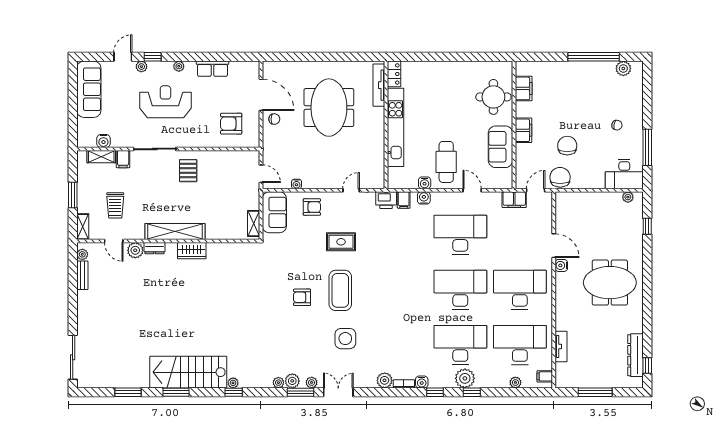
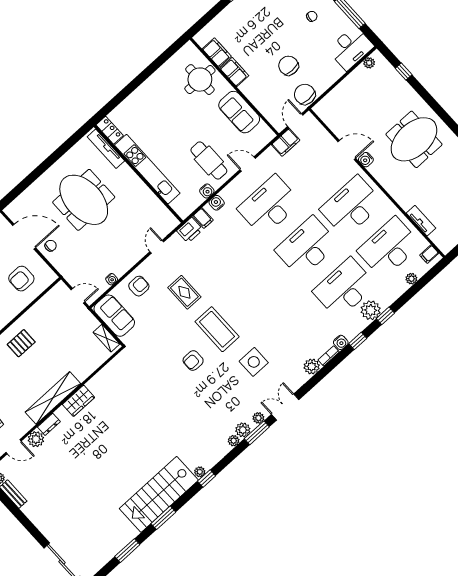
filing cabinet: (524, 130) -> (234, 72), moved
pallet: (188, 171) -> (21, 343), turned 90
rug: (341, 242) -> (184, 292), turned 90

